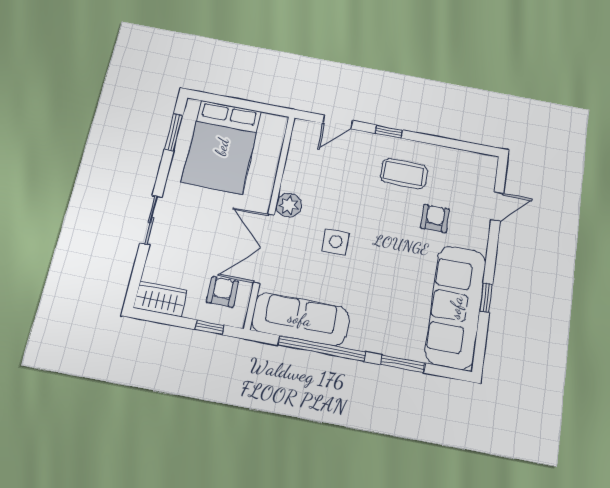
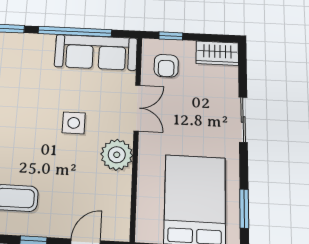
plant: (289, 205) -> (117, 155), width x1.36, depth x1.36
double door: (264, 248) -> (137, 108), width x0.73

